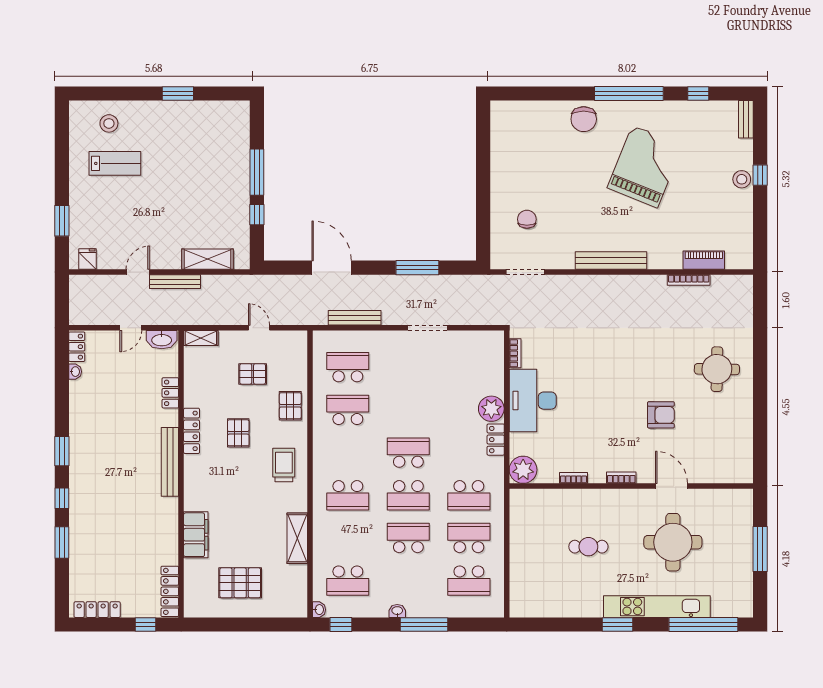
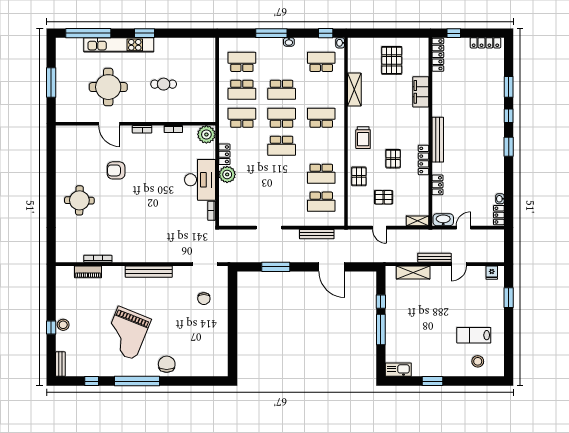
kitchen sink: (230, 111) -> (398, 370), added
pallet: (240, 583) -> (392, 60), turned 90

